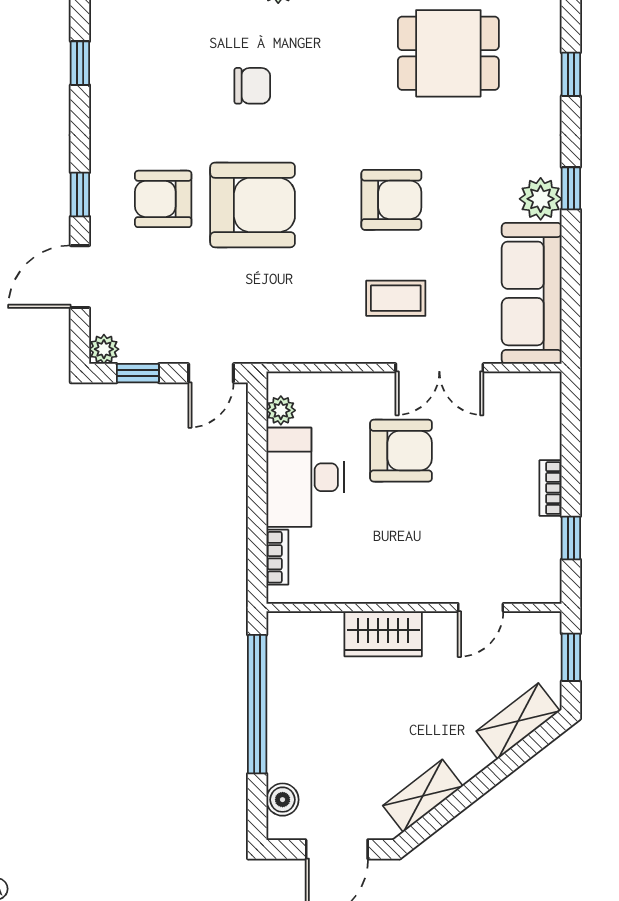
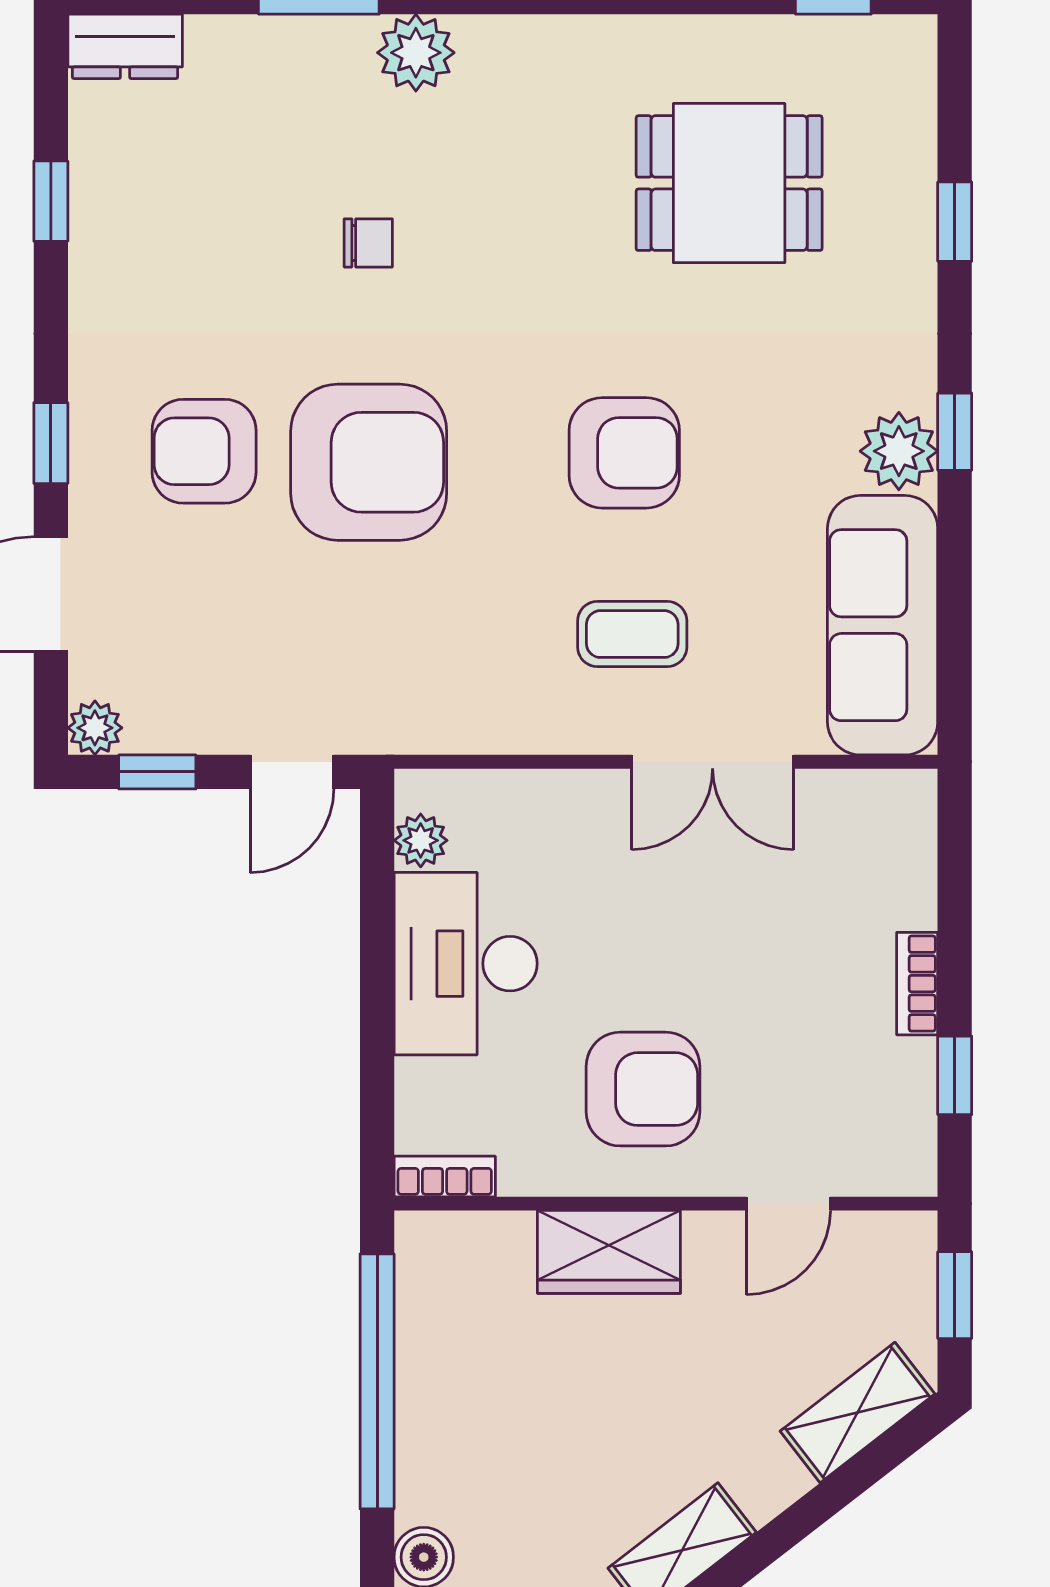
chair: (252, 86) -> (368, 243), width x0.73, depth x0.73
armchair: (401, 451) -> (643, 1089), moved
bookcase: (277, 557) -> (445, 1176), moved, turned -90

